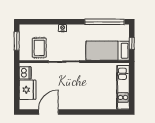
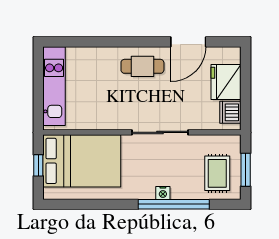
window: (105, 22) -> (174, 204), moved
rug: (39, 48) -> (217, 173), moved
bed: (108, 51) -> (82, 161), width x1.50
cafe table: (74, 98) -> (142, 66), added

